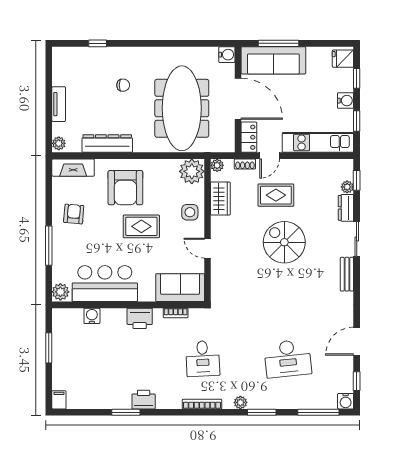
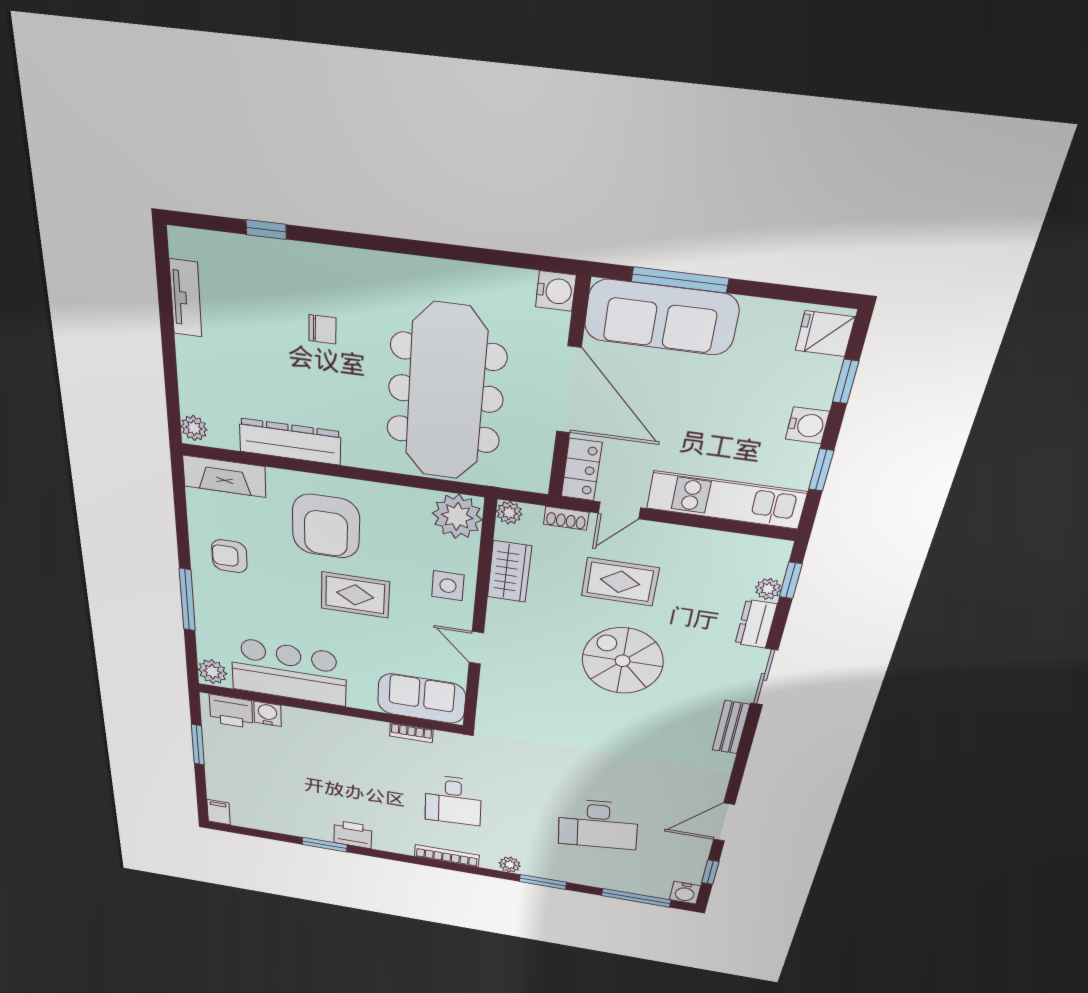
tv unit: (59, 104) -> (186, 298), moved
armchair: (74, 214) -> (229, 556), turned -95
printer: (140, 318) -> (231, 711), moved

